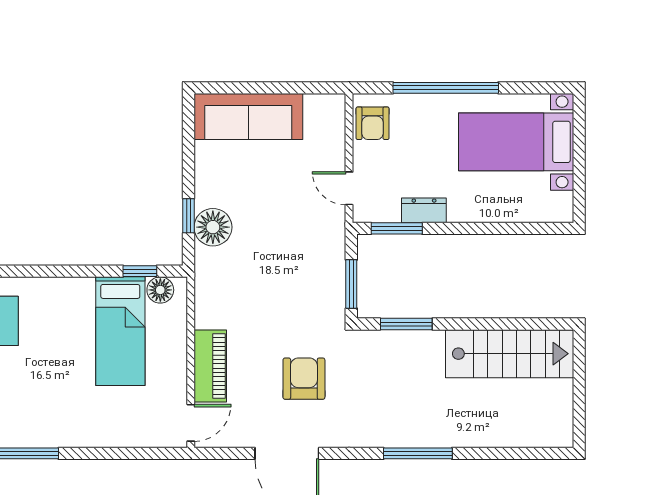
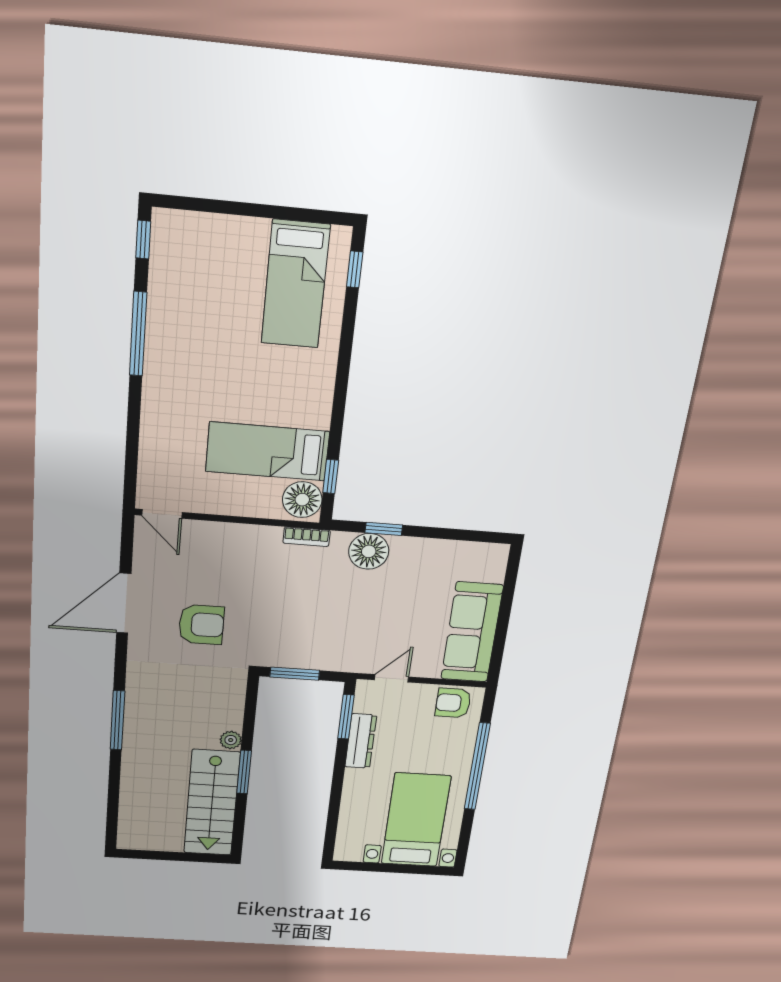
sofa: (248, 116) -> (472, 632), moved
dresser: (424, 210) -> (361, 741), width x1.44
bookcase: (203, 287) -> (307, 537), added
floor lamp: (160, 290) -> (302, 500), width x1.38, depth x1.38
window: (406, 324) -> (244, 772), moved
plant: (433, 340) -> (231, 740), added
piano: (210, 366) -> (222, 538), removed

